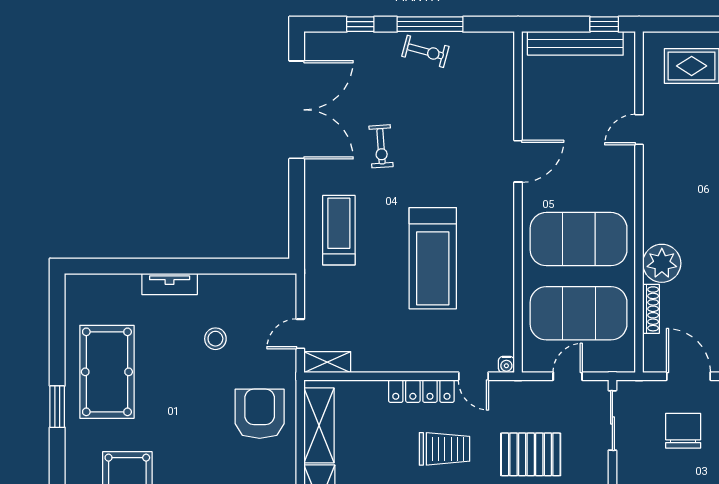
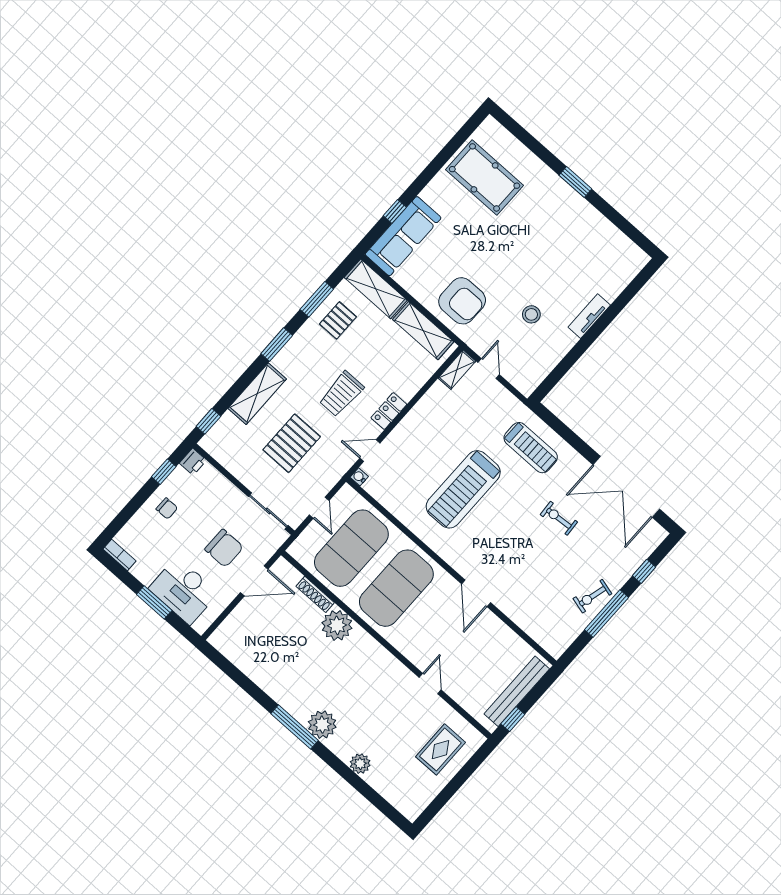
treadmill: (433, 258) -> (463, 489), turned -90
pool table: (107, 372) -> (570, 231), removed
locker: (421, 391) -> (389, 411), width x0.66

